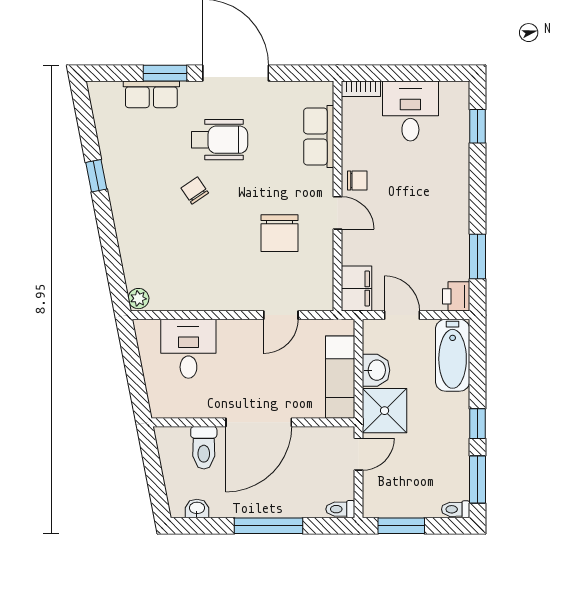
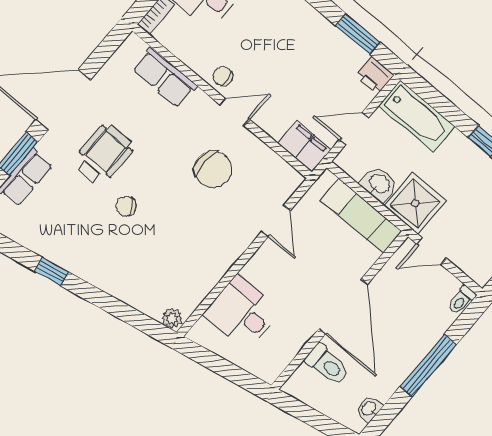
chair: (357, 180) -> (223, 76), turned -97
door: (358, 454) -> (431, 251), swing flipped

